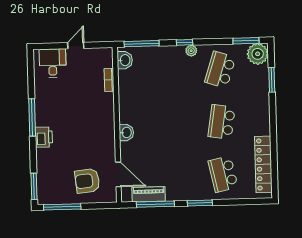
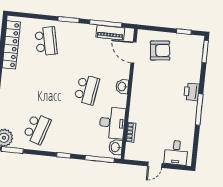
plant: (191, 51) -> (59, 148), removed
desk: (132, 88) -> (112, 123), added
school desk: (222, 122) -> (87, 90), moved
window: (62, 207) -> (184, 32), width x0.46

